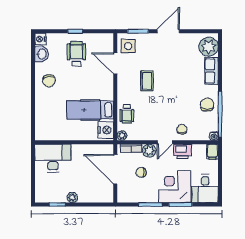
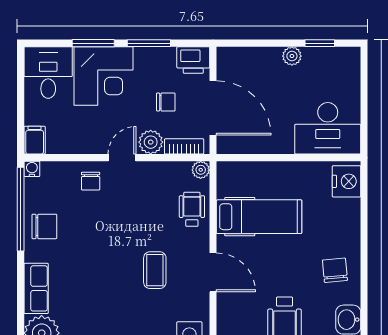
door: (115, 63) -> (213, 272), moved
chair: (207, 105) -> (44, 226), turned -90
nightstand: (106, 130) -> (346, 181), moved, turned 180
printer: (183, 151) -> (193, 60), moved, turned 180

